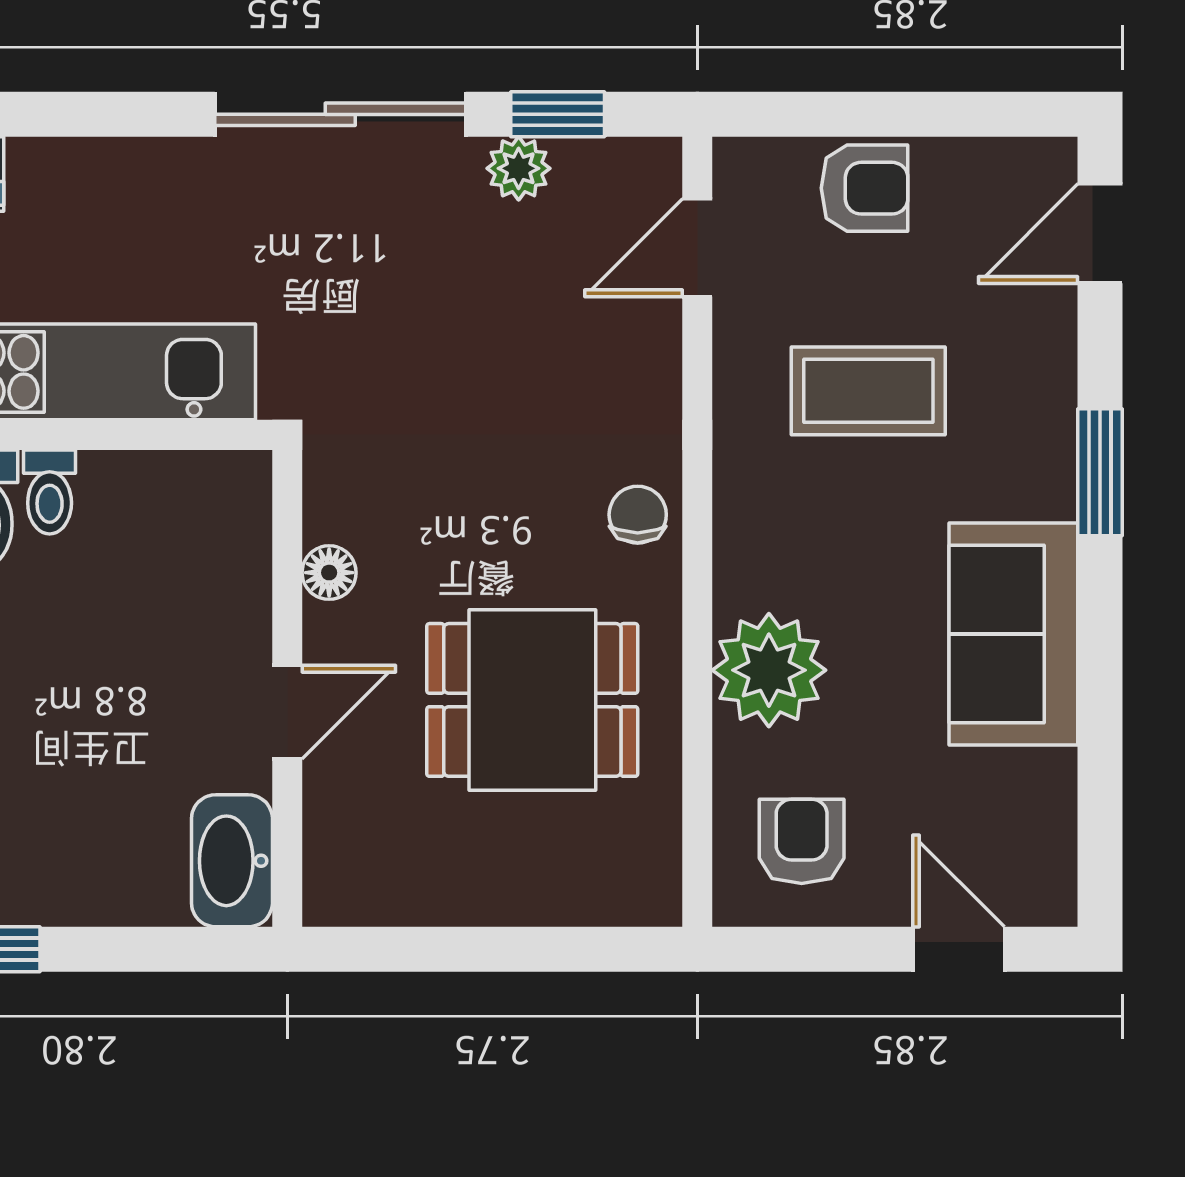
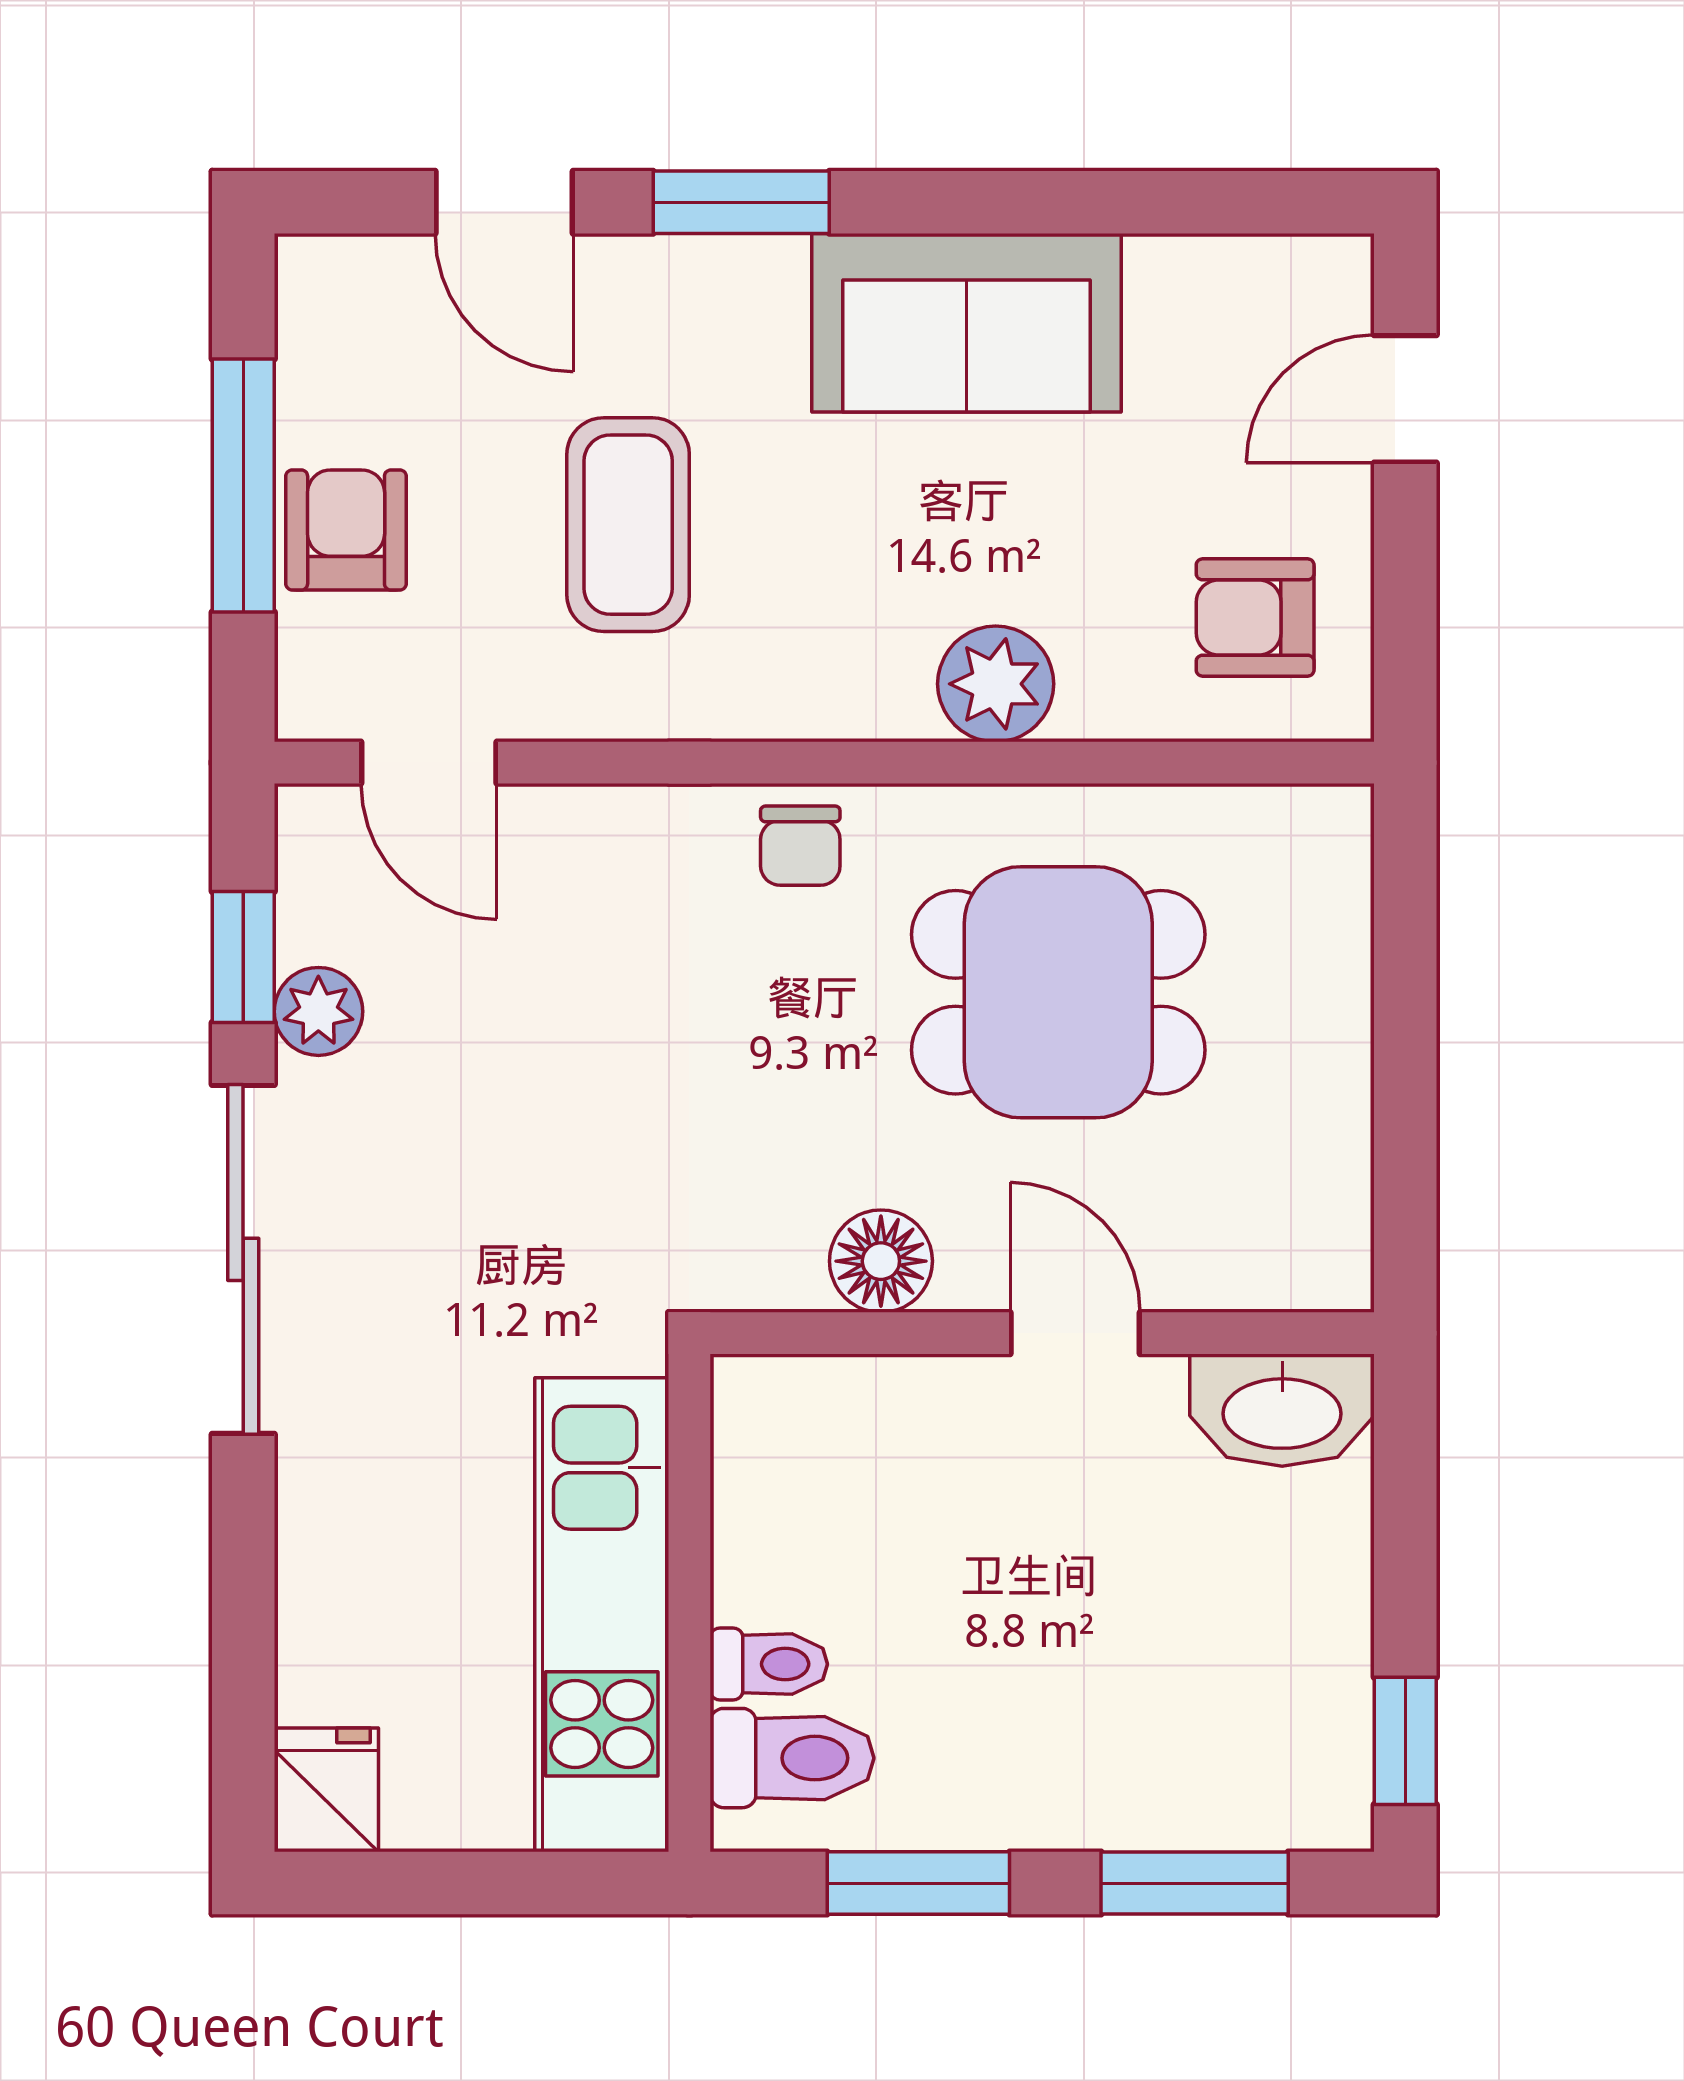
window: (896, 114) -> (243, 485), added
door: (1100, 234) -> (504, 202), moved
chair: (638, 515) -> (800, 846), turned -90
floor lamp: (329, 573) -> (881, 1261), width x1.37, depth x1.37
plant: (769, 670) -> (996, 684), width x0.73, depth x0.73
dining table: (532, 700) -> (1058, 992), turned 90

